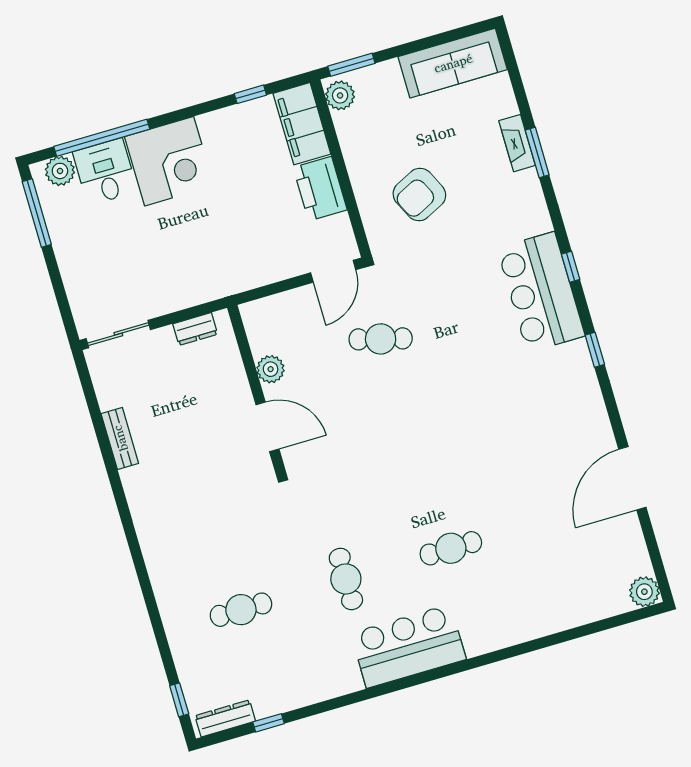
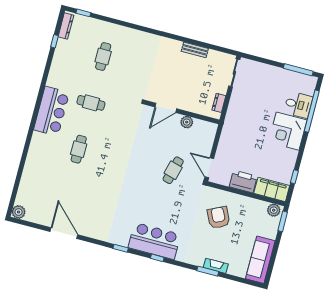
plant: (60, 171) -> (309, 88), removed

